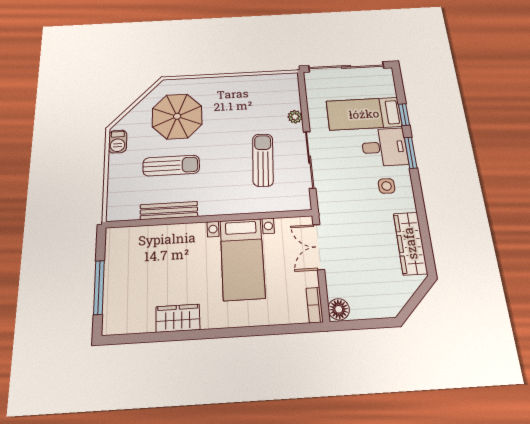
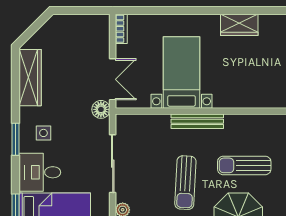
window: (411, 153) -> (16, 139), moved
sun lounger: (263, 160) -> (185, 183), moved
bench: (169, 211) -> (197, 121), moved
floor lamp: (339, 309) -> (101, 109), moved

